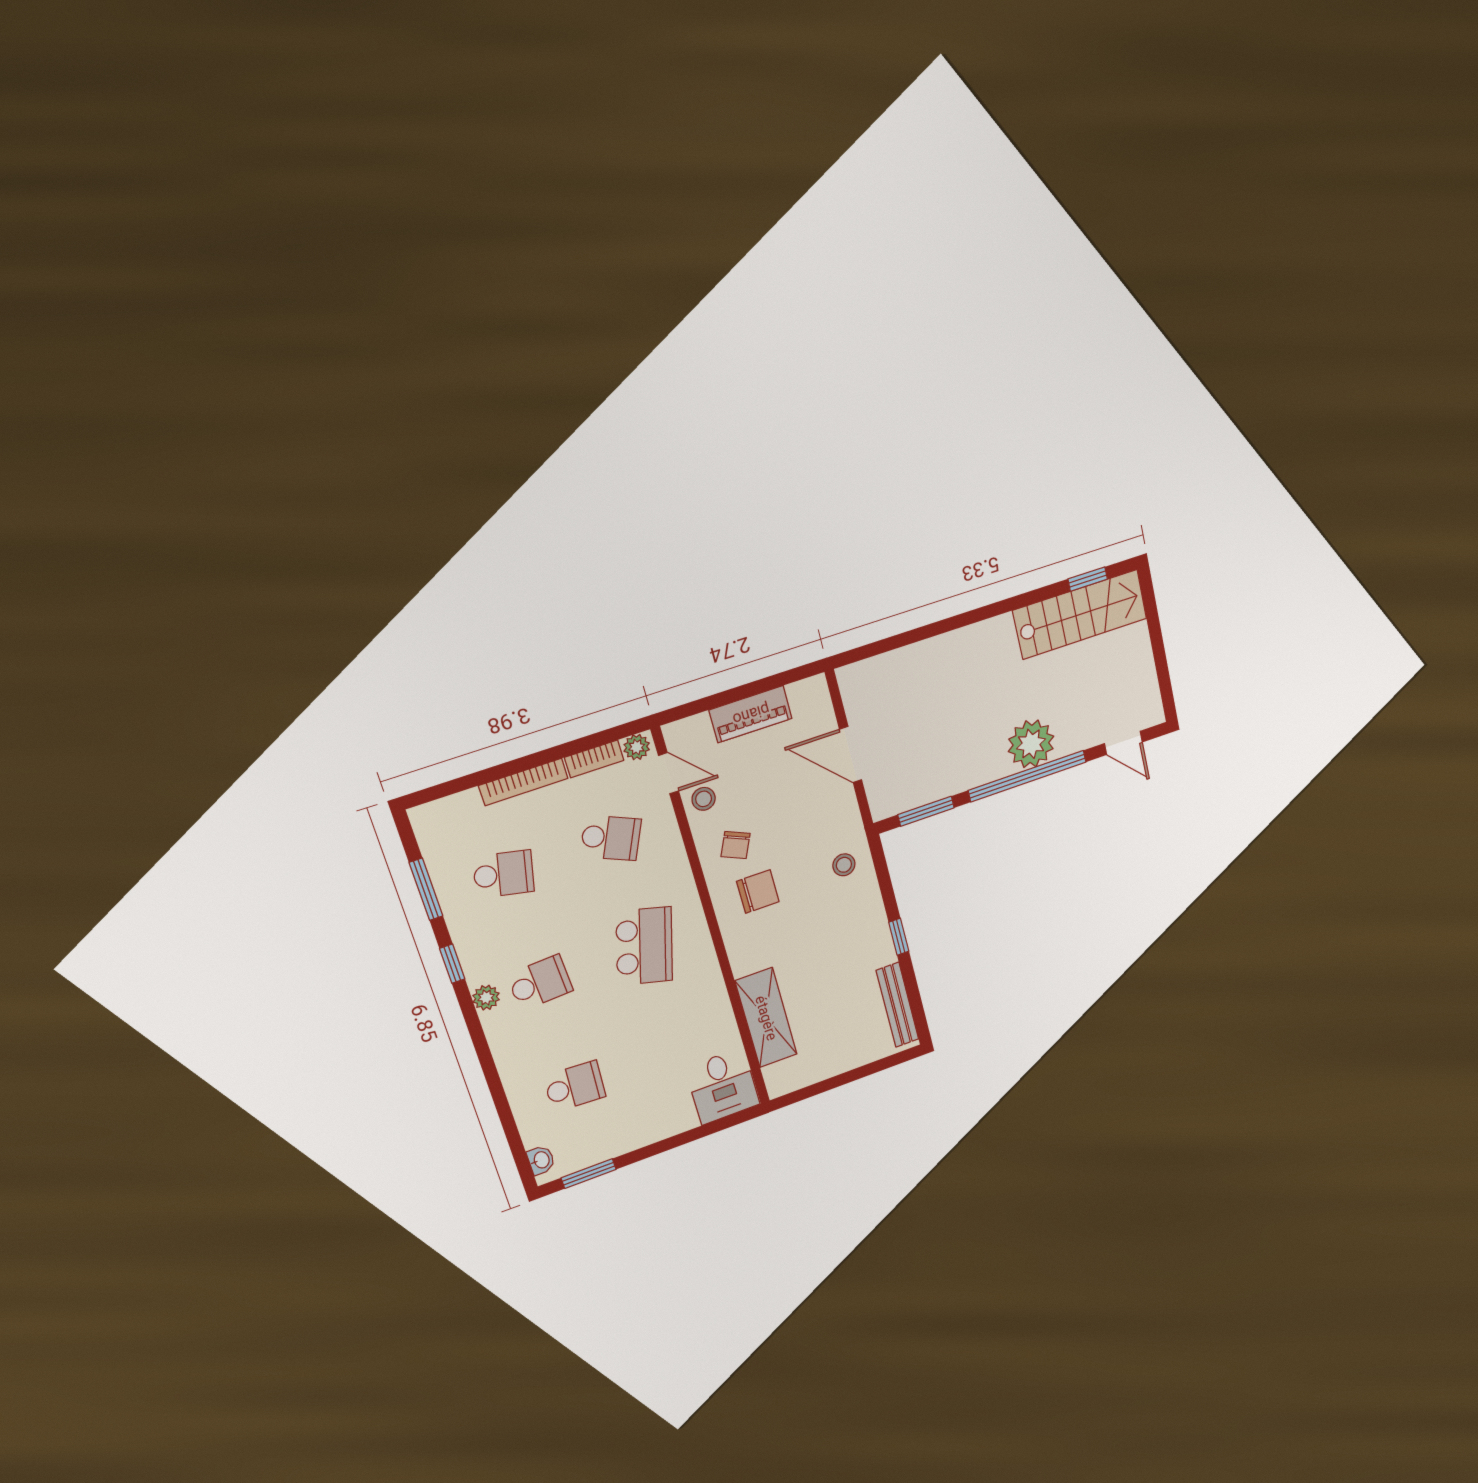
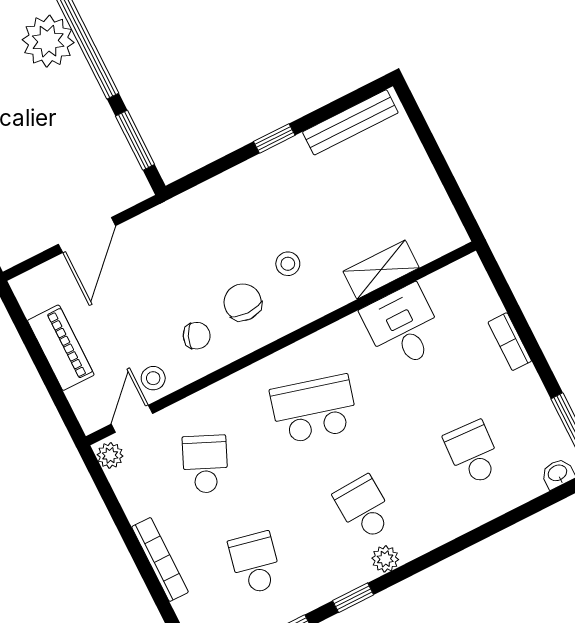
bookcase: (594, 759) -> (510, 342), moved, turned 180
stool: (844, 865) -> (288, 264), moved
shelving: (766, 1018) -> (381, 270), width x0.67, depth x0.75
desk: (723, 1086) -> (403, 327), moved, turned -90

